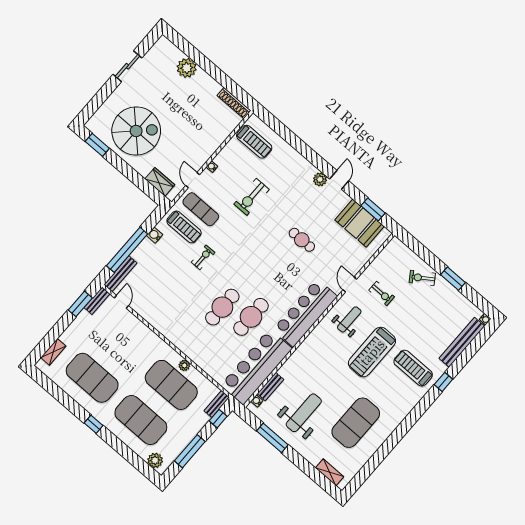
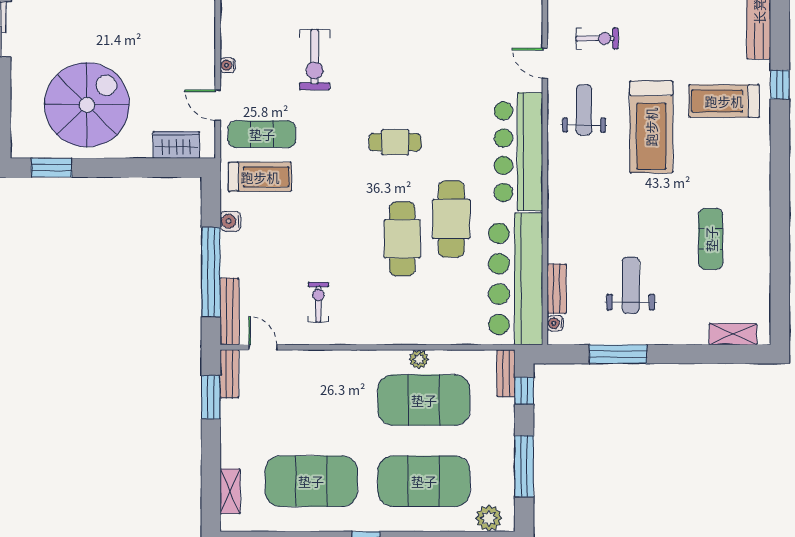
cafe table: (302, 240) -> (395, 142), moved
exercise bike: (203, 257) -> (318, 302), moved
weight bench: (304, 413) -> (631, 285), width x0.73, depth x0.75
exercise mat: (356, 423) -> (711, 239), width x0.50, depth x0.69

